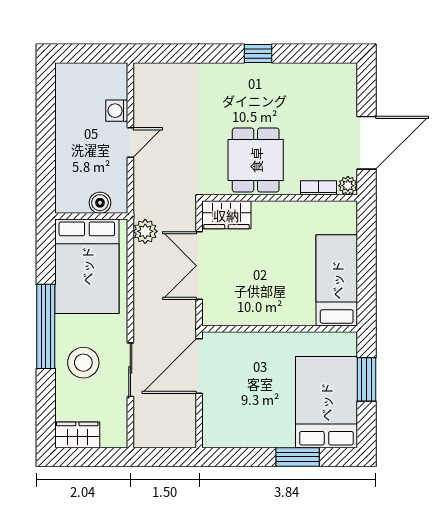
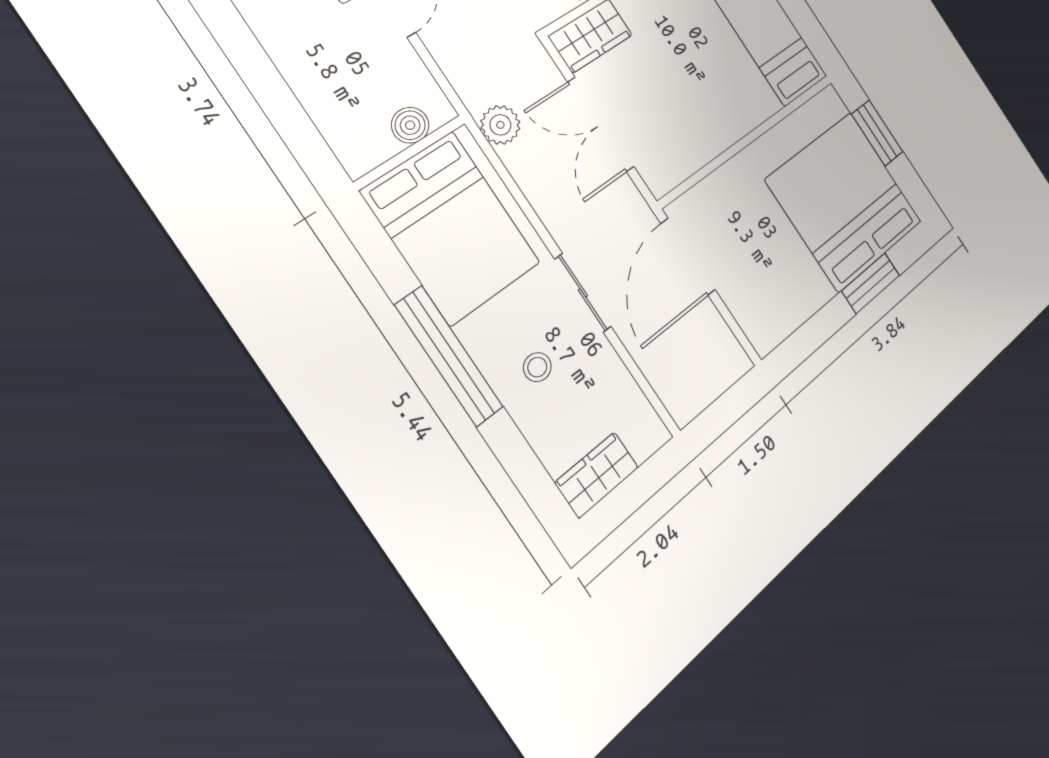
stool: (83, 363) -> (537, 367), width x0.53, depth x0.53
sliding door: (130, 370) -> (583, 293), moved
bed: (326, 402) -> (845, 201), width x1.36

